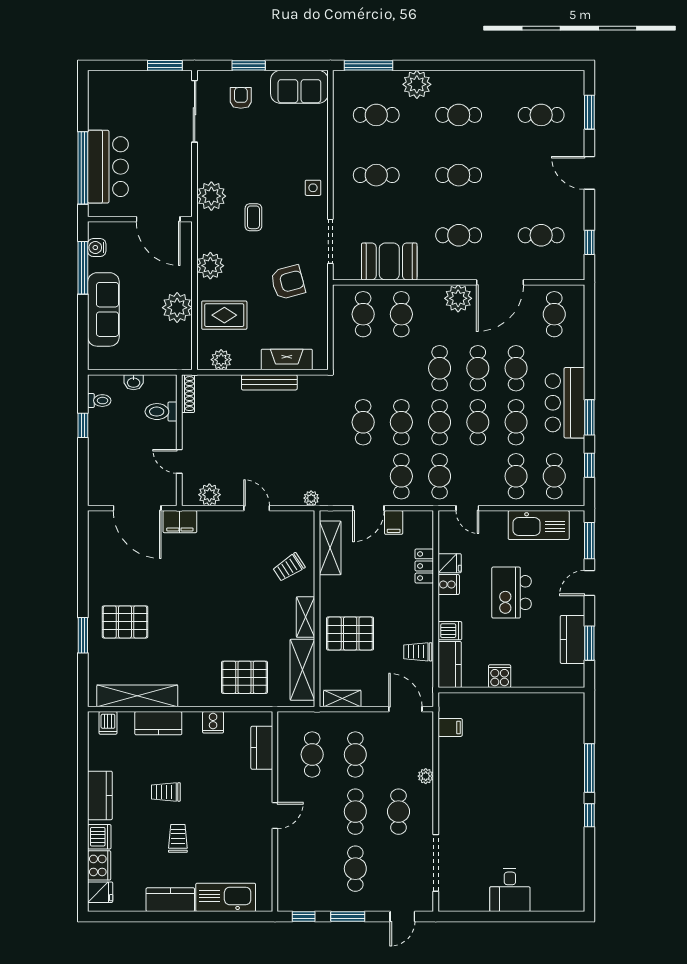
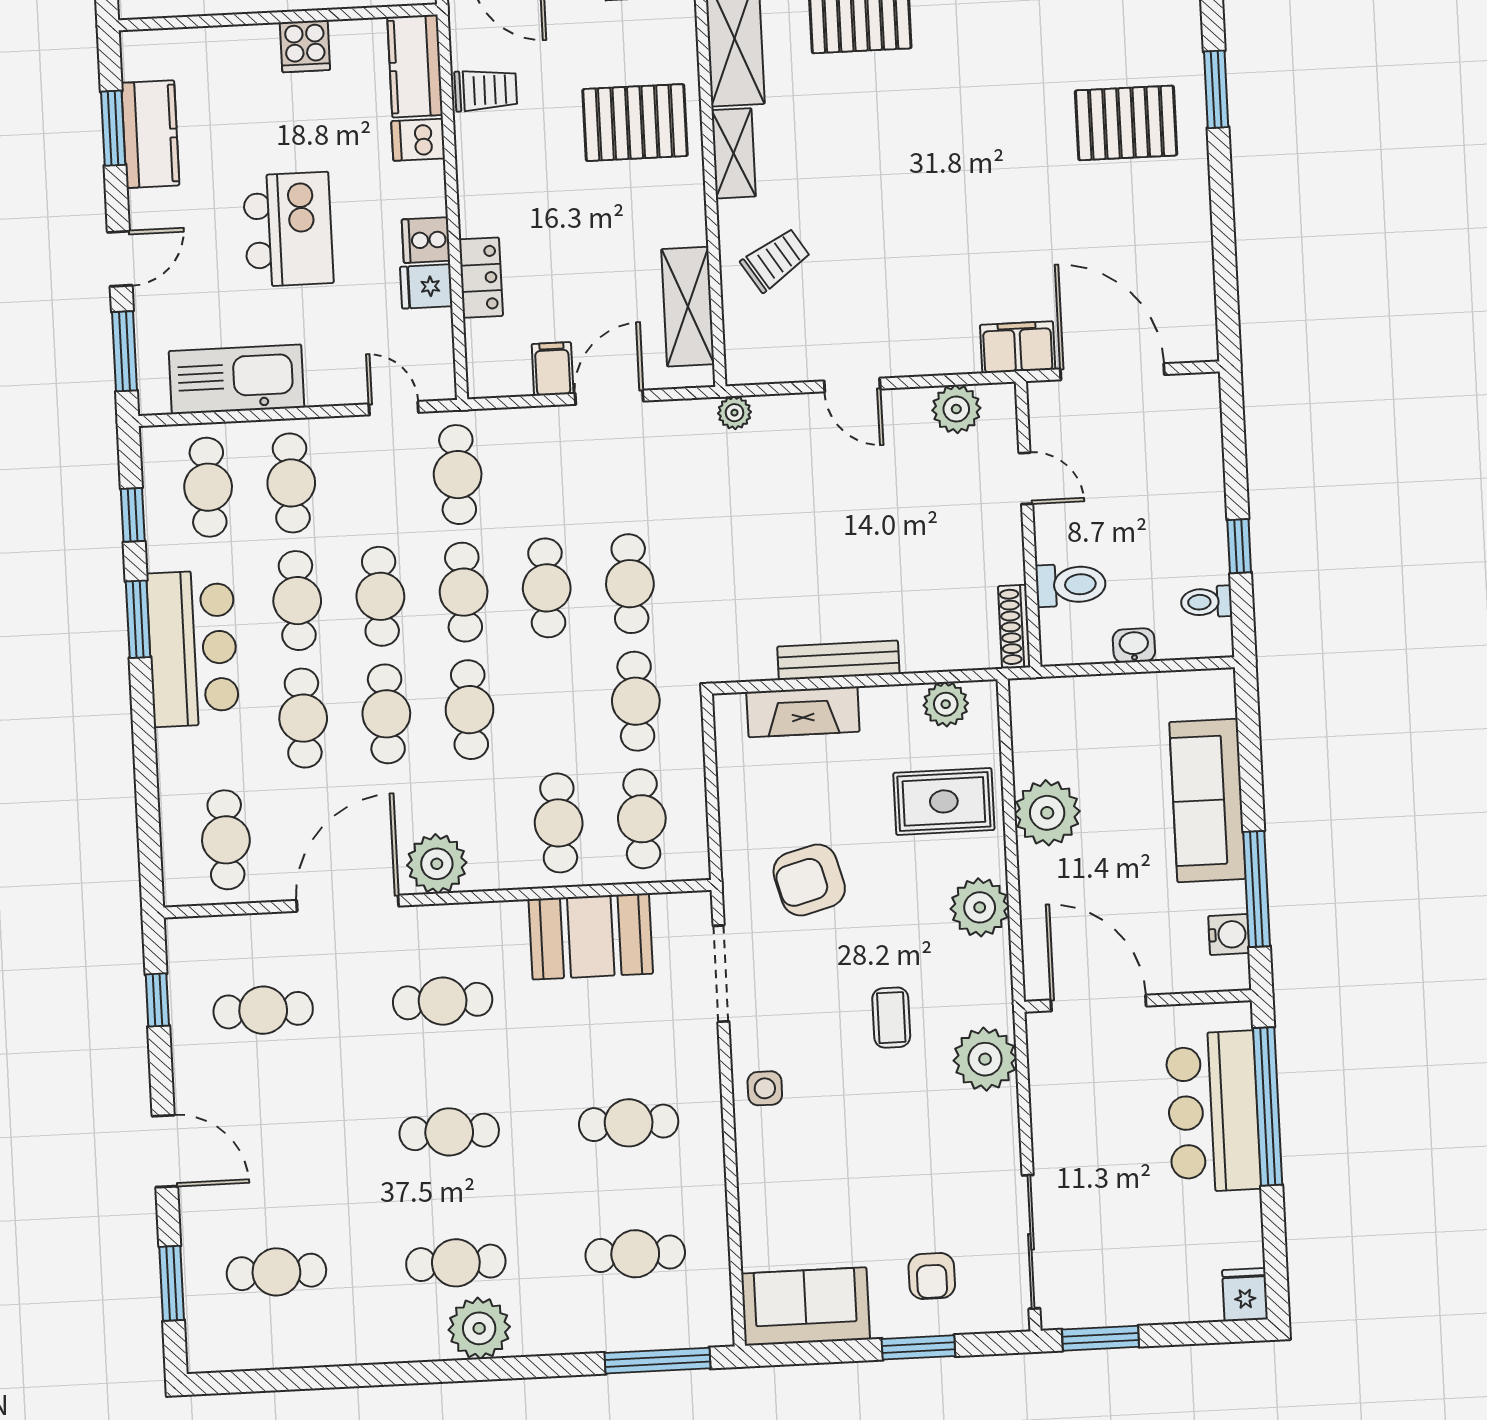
fridge: (98, 82) -> (1245, 1295), added
plant: (417, 84) -> (479, 1328), moved
cafe table: (401, 476) -> (636, 701), moved

